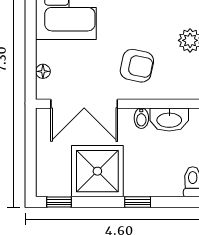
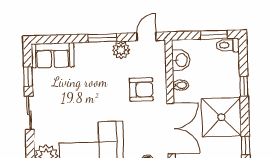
armchair: (137, 66) -> (141, 90), turned 78
washbasin: (169, 119) -> (181, 60), width x0.72

